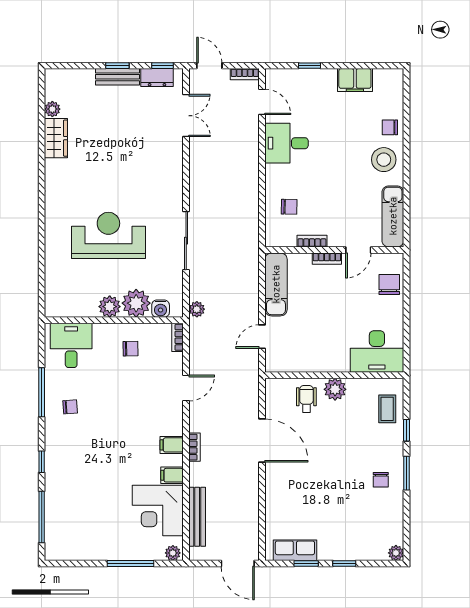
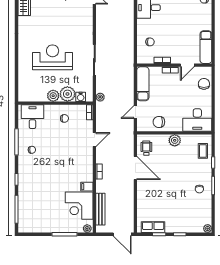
stool: (384, 160) -> (201, 16), removed
chair: (306, 355) -> (159, 122), added
wheelchair: (306, 399) -> (146, 148), moved
filing cabinet: (172, 445) -> (87, 170), removed

